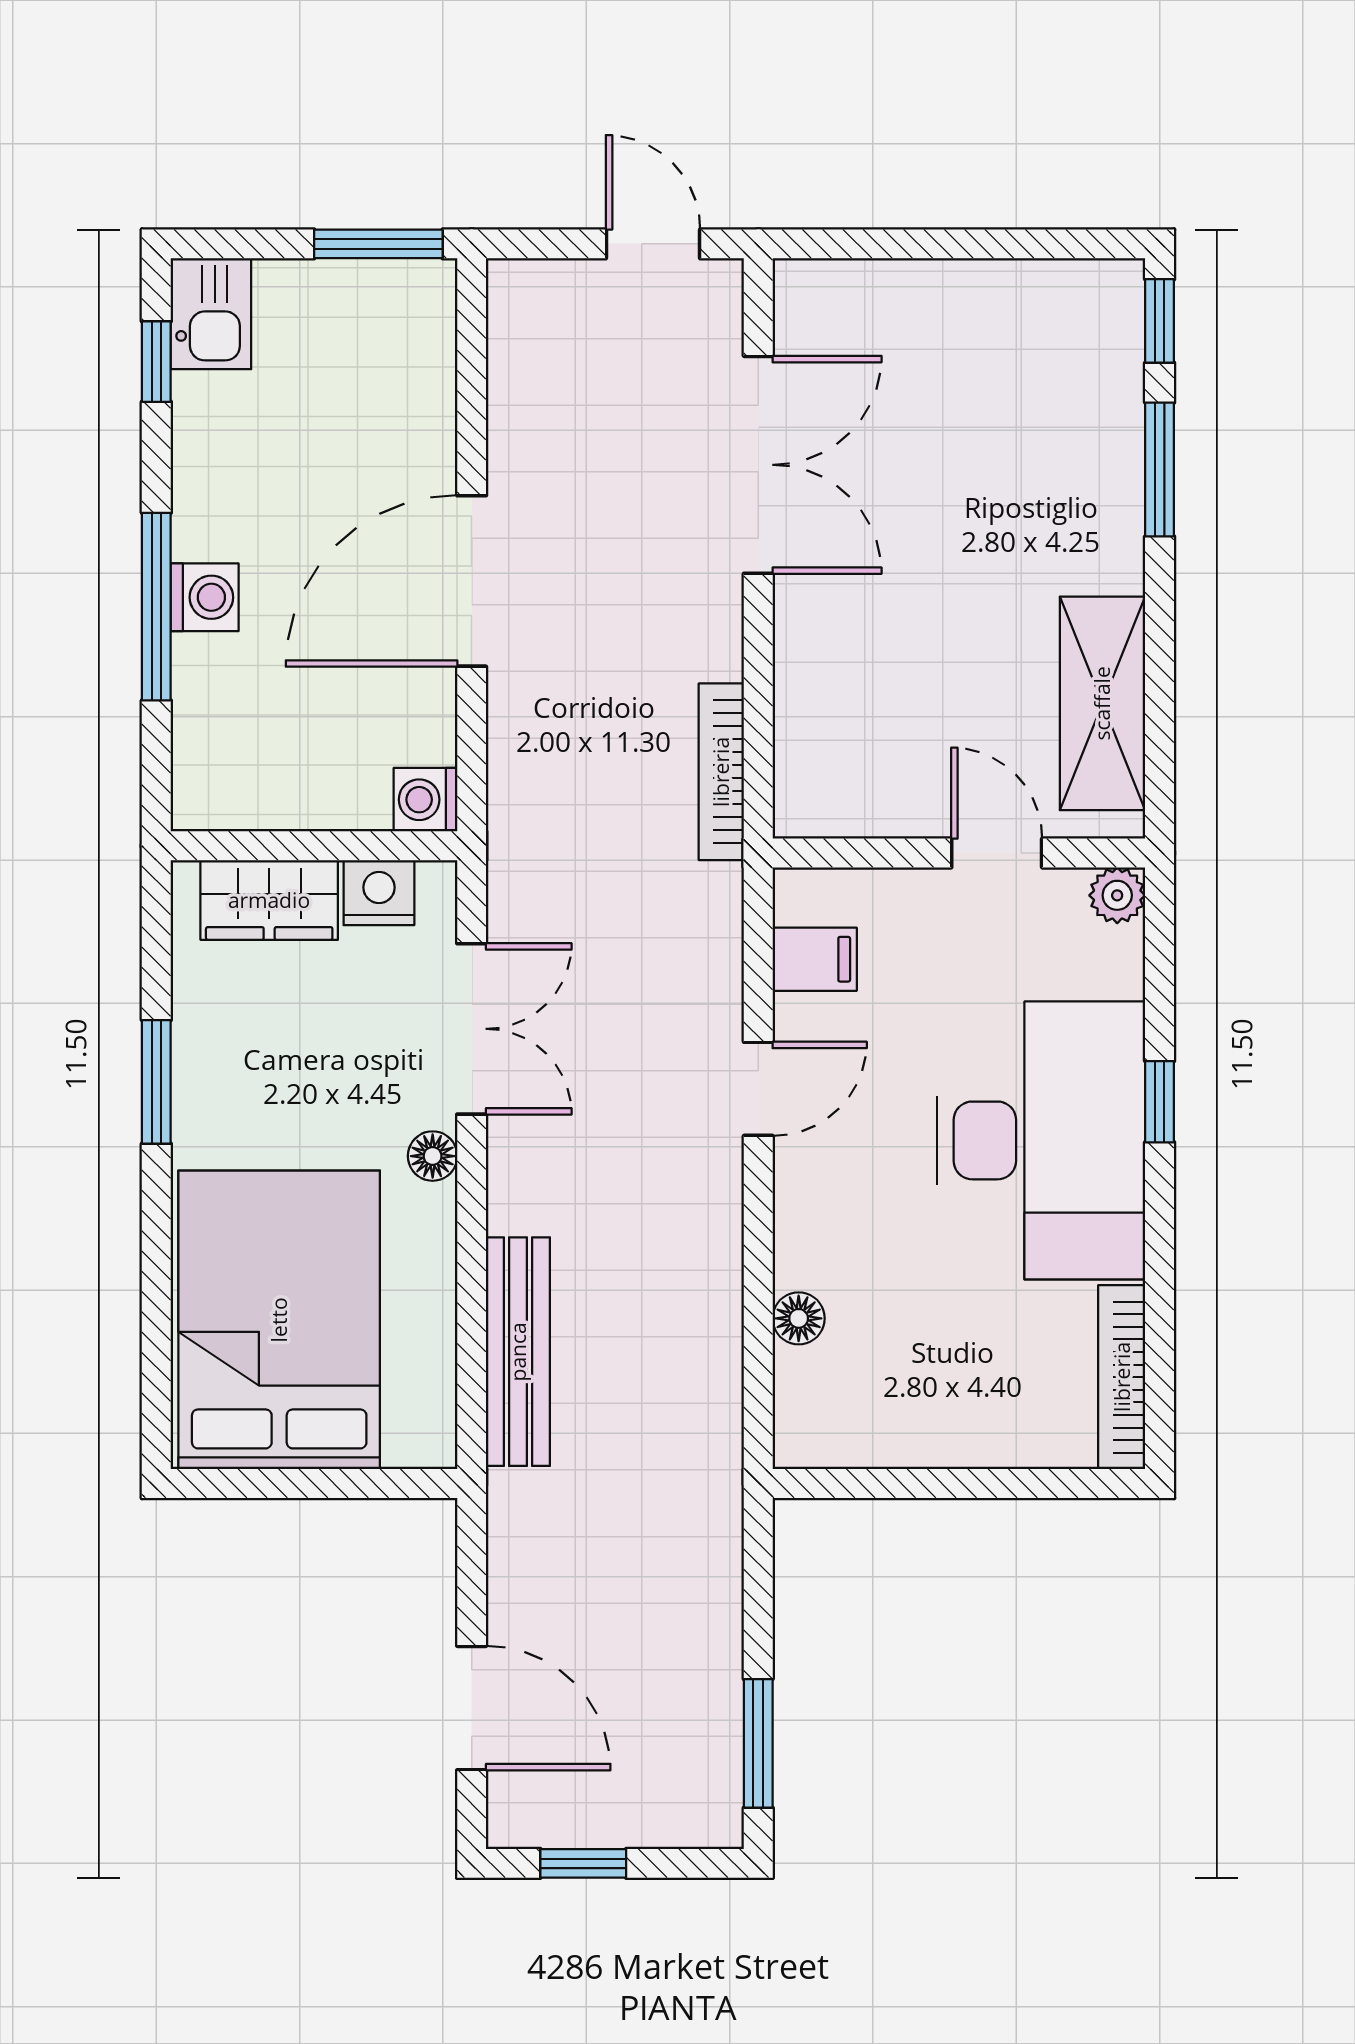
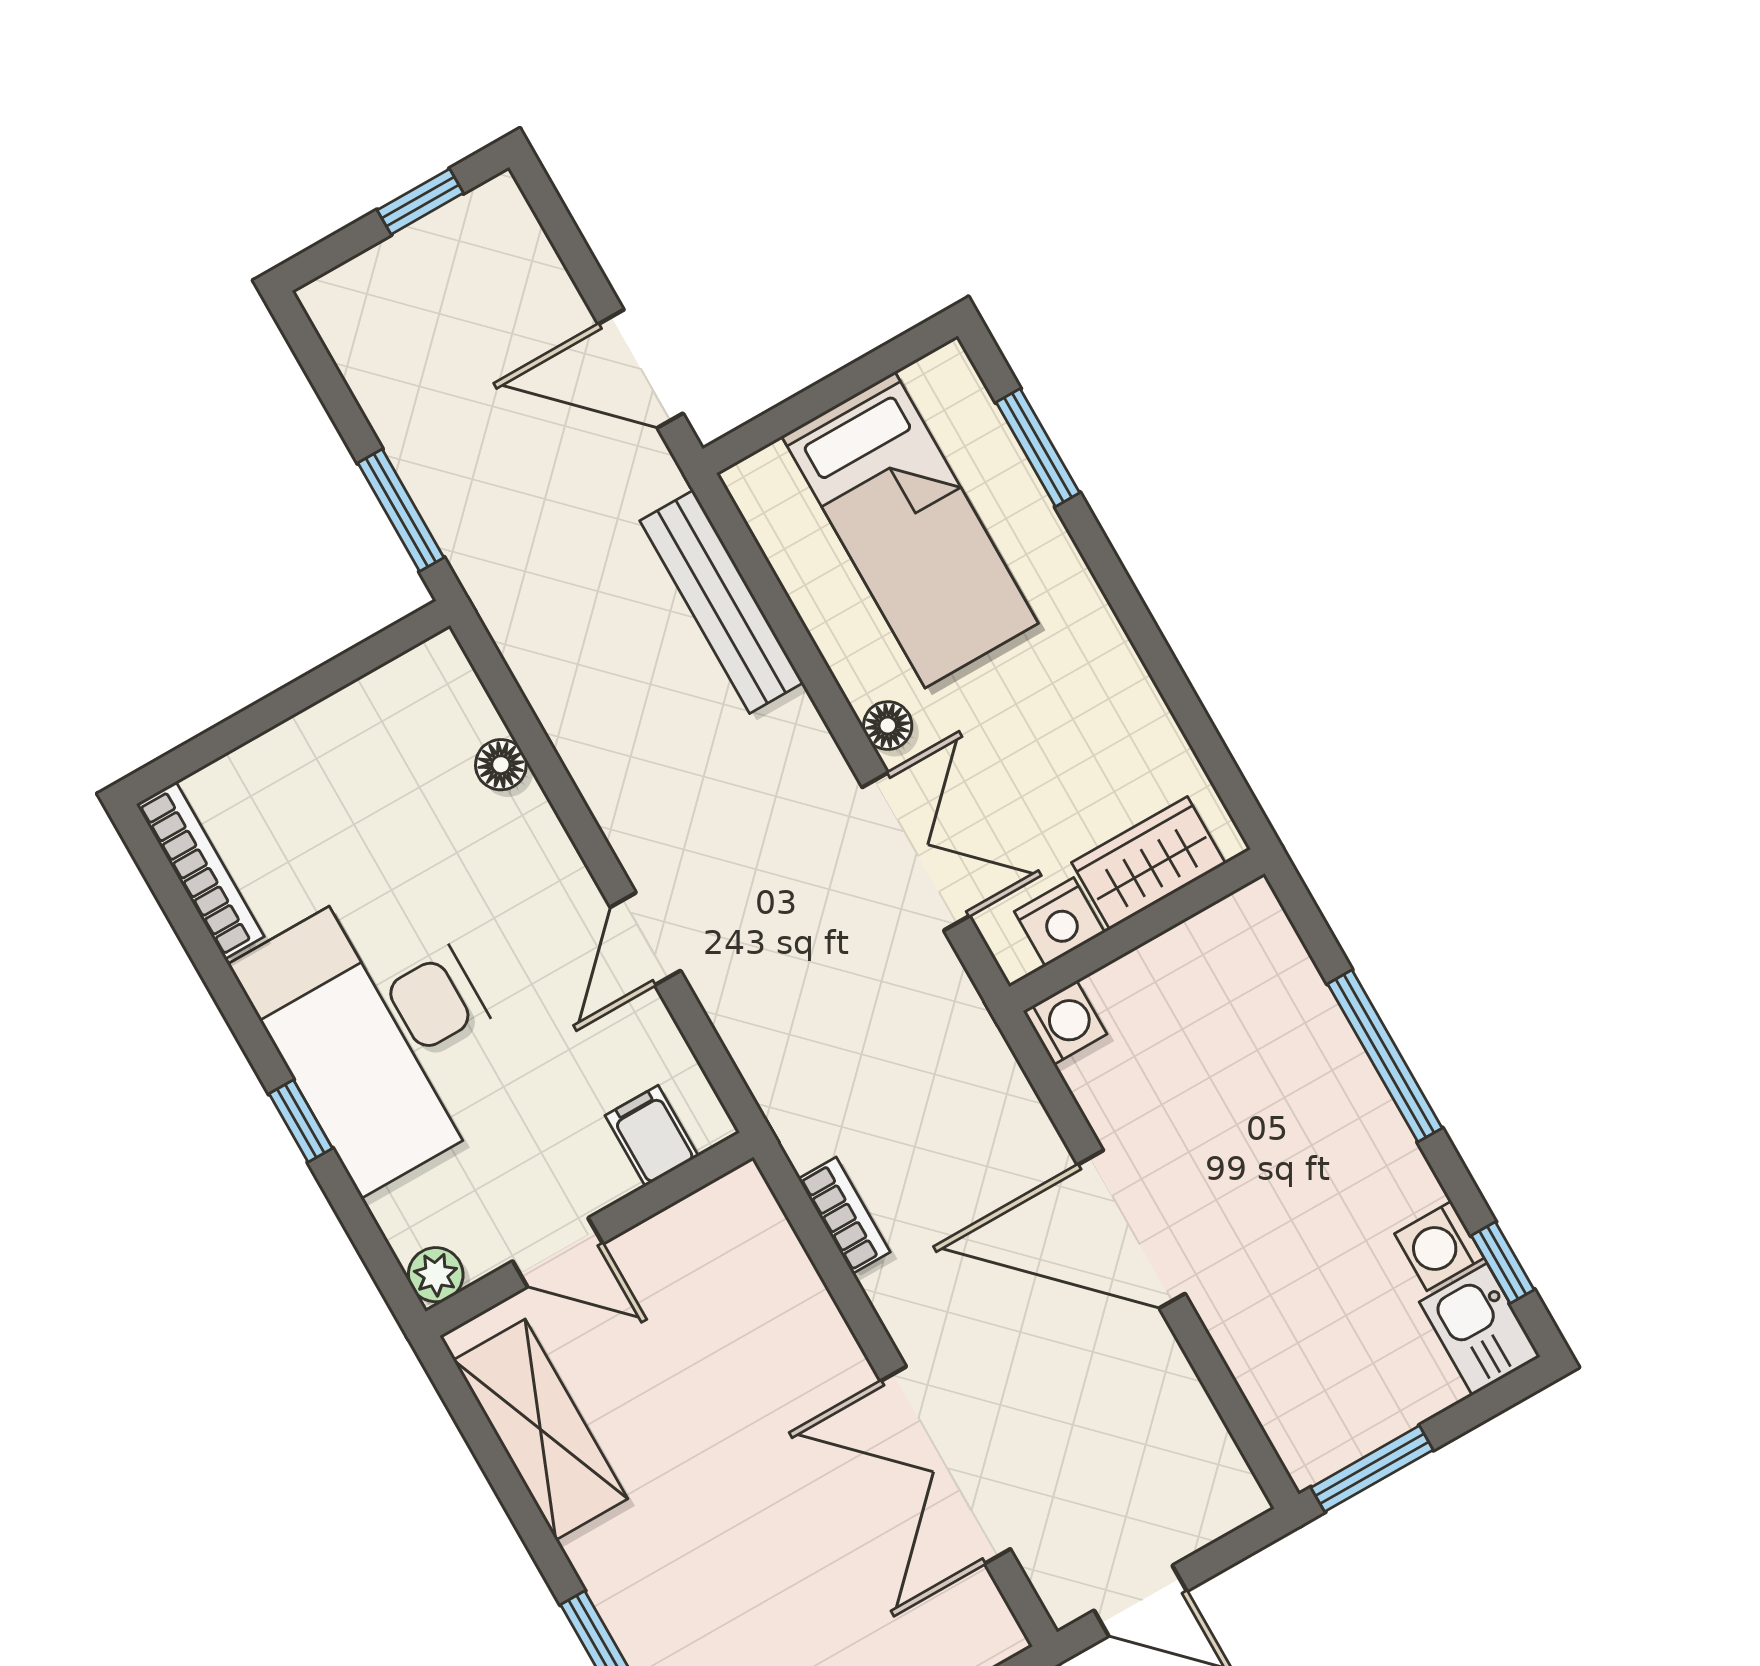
door: (472, 581) -> (1131, 1229), swing flipped
washing machine: (205, 597) -> (1439, 1246), moved
bookcase: (721, 772) -> (844, 1215), width x0.64
filing cabinet: (815, 959) -> (652, 1136), moved, turned 90
double door: (472, 1029) -> (916, 852), swing flipped
window: (156, 1082) -> (1038, 448), moved
bed: (279, 1320) -> (910, 530), width x0.67
door: (472, 1708) -> (641, 369), moved
window: (758, 1743) -> (401, 510), moved

